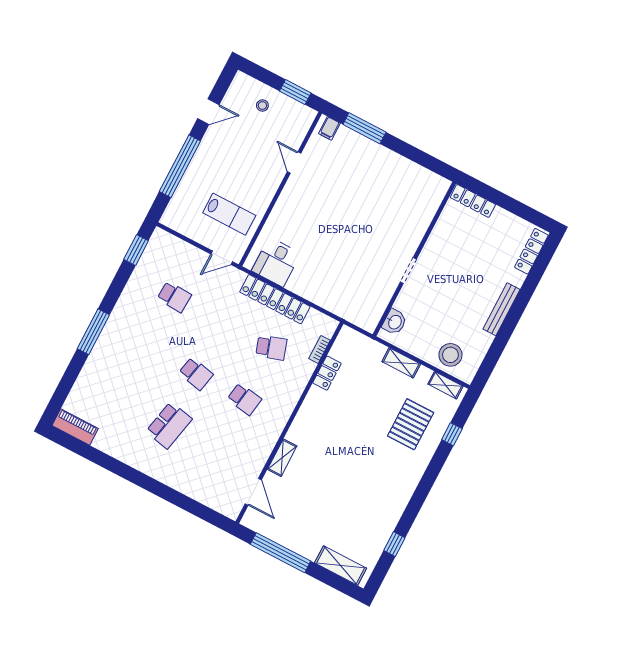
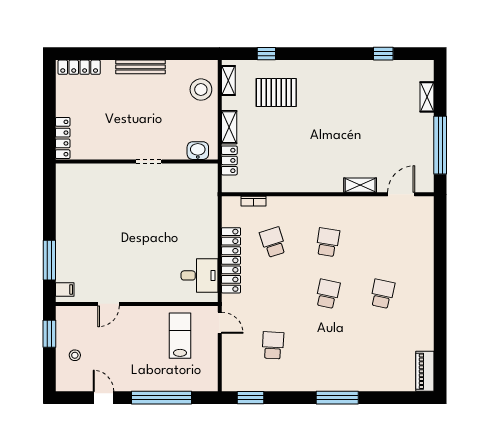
locker: (327, 373) -> (229, 160), moved, turned 90
school desk: (169, 425) -> (382, 294), width x0.54
shelving: (341, 566) -> (427, 97), width x0.67, depth x0.75

